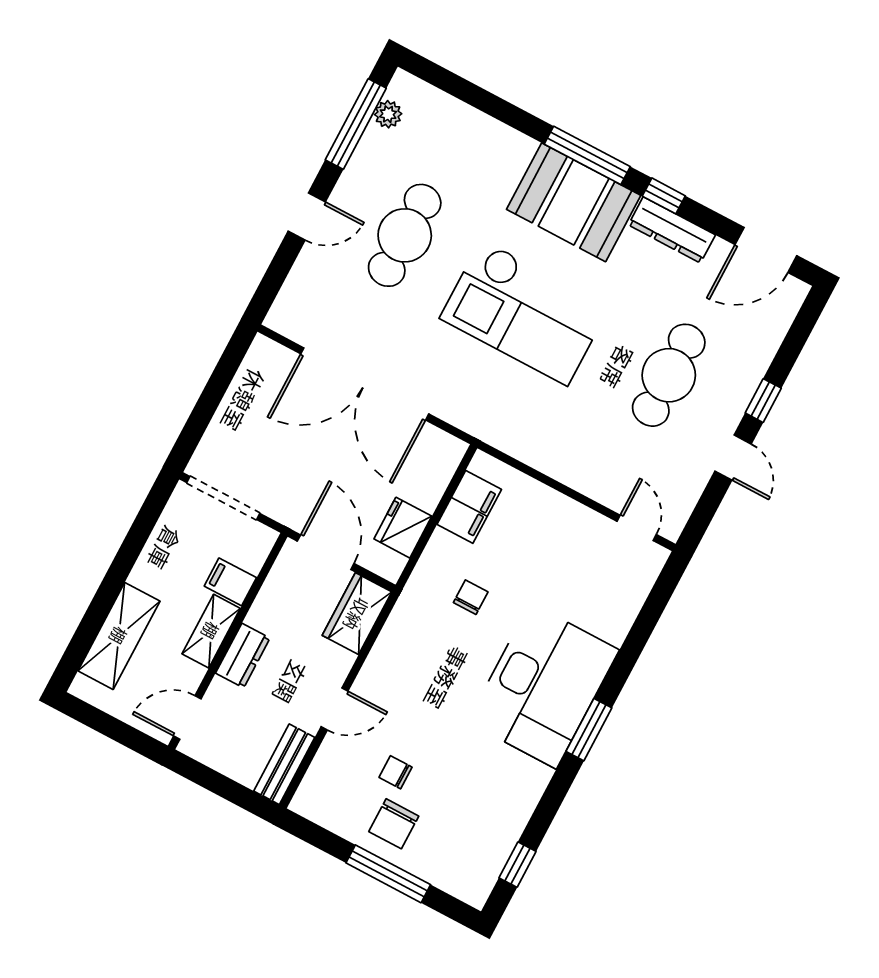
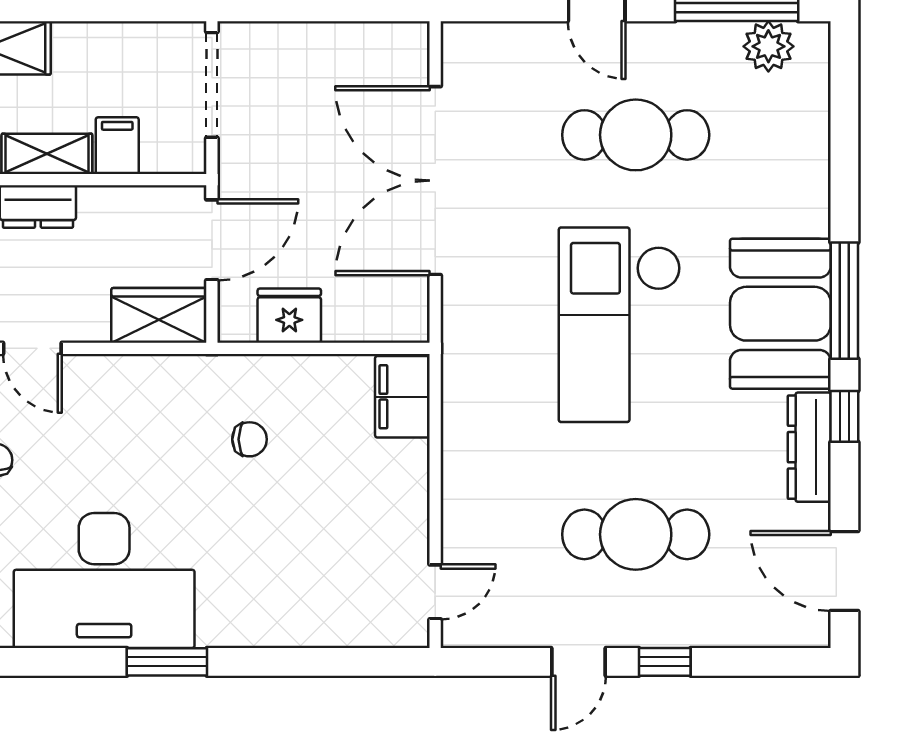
plant: (388, 114) -> (768, 46), width x1.38, depth x1.38
filing cabinet: (469, 507) -> (402, 397), moved, turned 90
desk: (543, 686) -> (104, 581), moved

